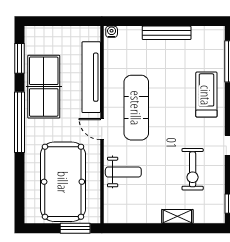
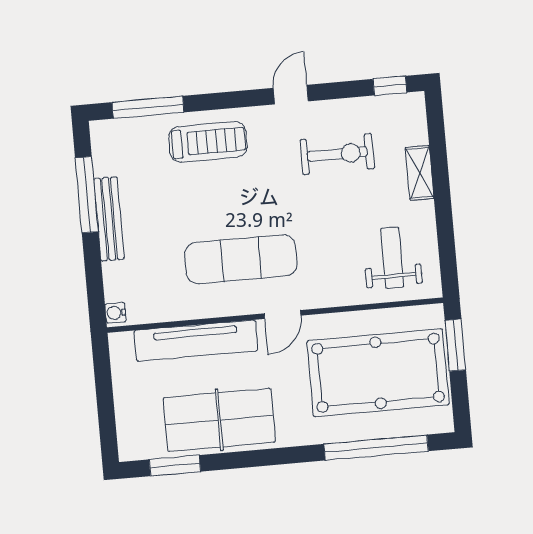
window: (182, 21) -> (87, 195), added
treadmill: (206, 95) -> (208, 142), turned 180
window: (19, 122) -> (376, 448), moved
weight bench: (123, 172) -> (392, 258), moved

